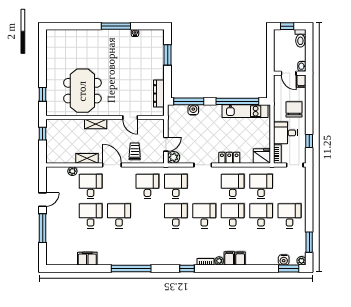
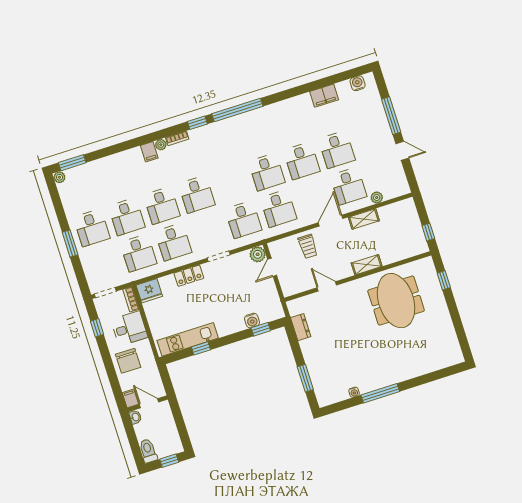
dresser: (159, 94) -> (301, 327), width x0.70
window: (189, 101) -> (261, 329), width x0.46
window: (237, 101) -> (201, 348), width x0.32
door: (112, 165) -> (330, 221), swing flipped
door: (43, 200) -> (402, 151), swing flipped
desk: (176, 216) -> (267, 172), moved
window: (309, 242) -> (70, 243), moved
filing cabinet: (240, 258) -> (136, 156), removed
water cooler: (284, 260) -> (358, 83), moved
window: (131, 268) -> (237, 110), moved

